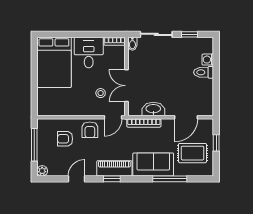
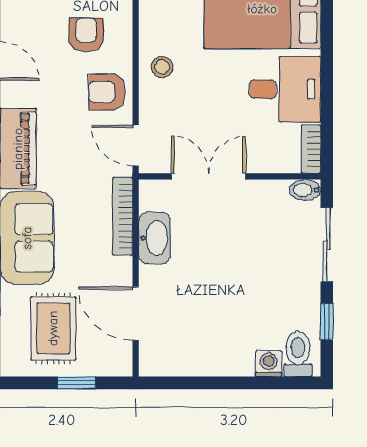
toilet: (204, 72) -> (298, 354), moved
stool: (101, 93) -> (162, 67), moved

